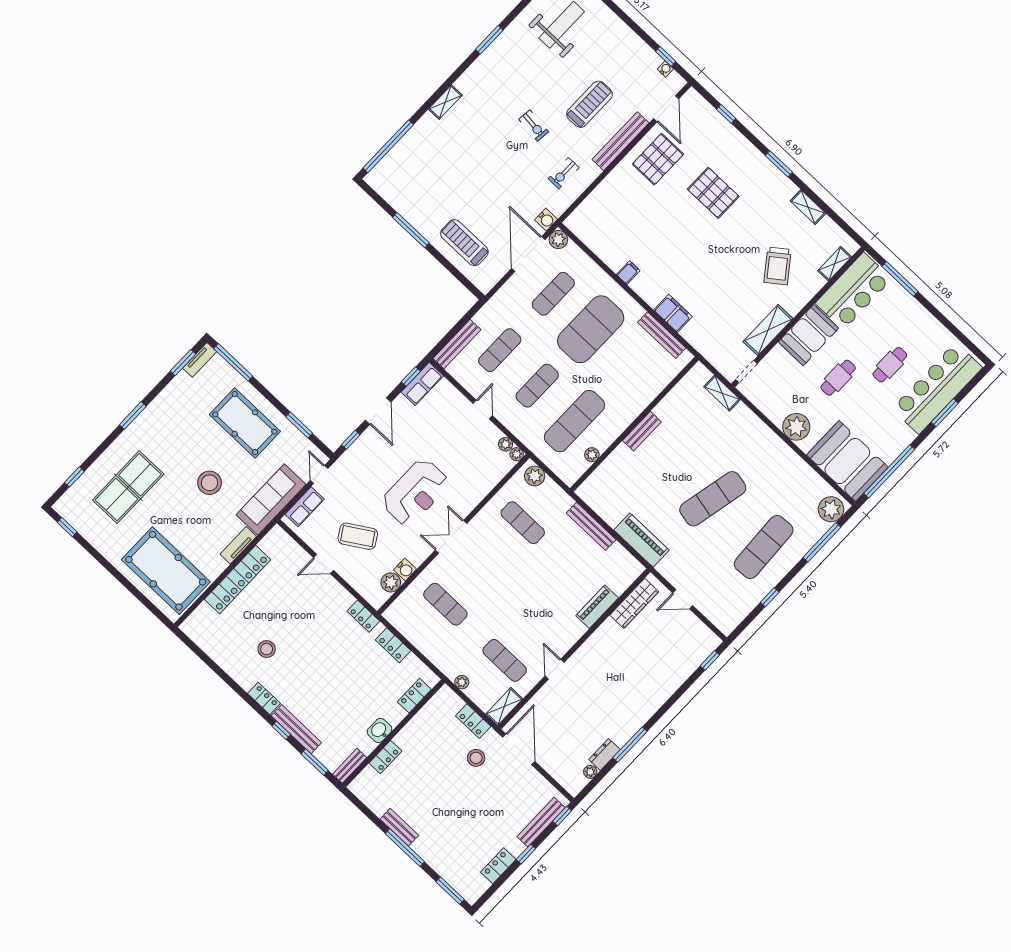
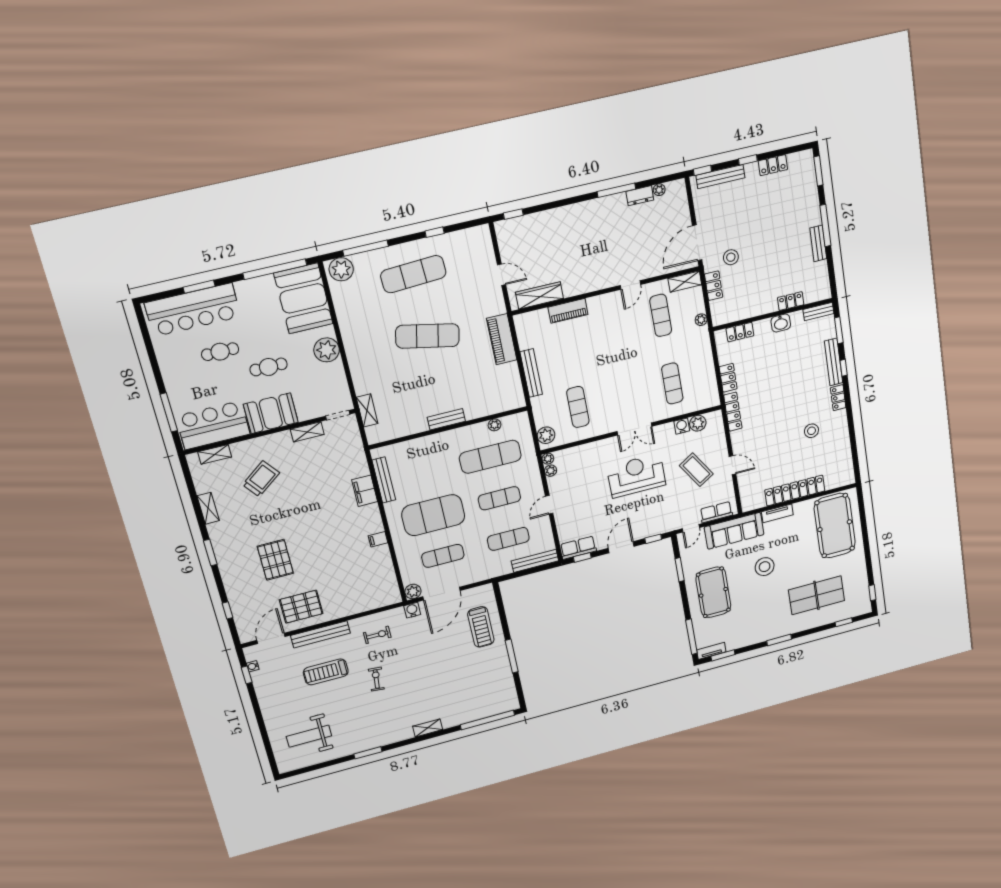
shelving: (768, 330) -> (307, 432), width x0.67, depth x0.75
locker: (363, 616) -> (733, 412), width x1.53

